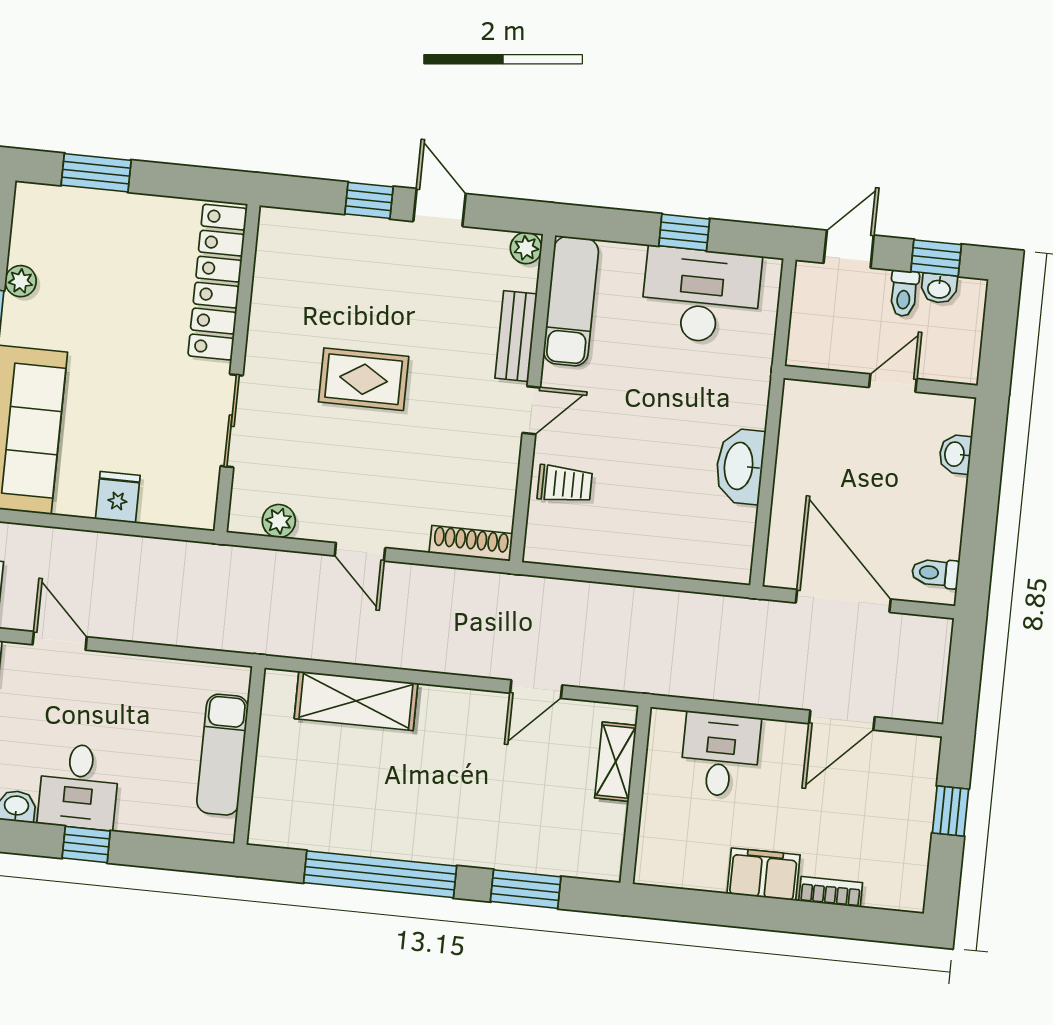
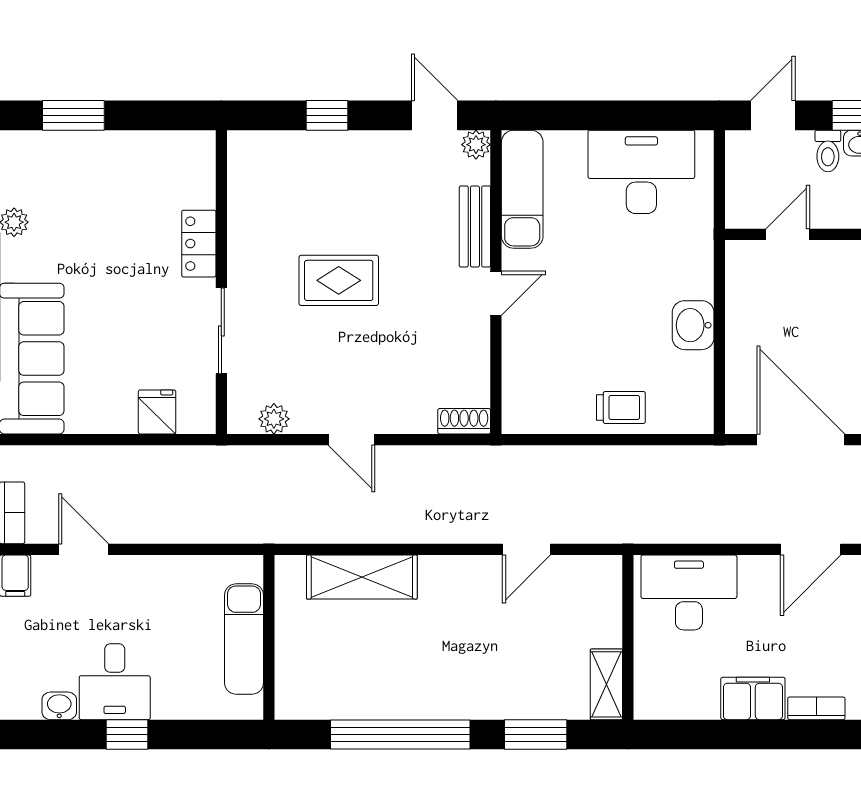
door: (439, 208) -> (435, 115), moved
window: (684, 232) -> (620, 115), removed
locker: (217, 282) -> (199, 244), width x0.46, depth x0.83
door: (893, 383) -> (788, 234), moved
washbasin: (740, 466) -> (693, 325), width x0.72
trolley: (565, 484) -> (621, 407), moved
fridge: (118, 497) -> (157, 412), moved
shoe rack: (471, 543) -> (464, 421), width x0.70
desk: (720, 755) -> (689, 593), width x1.37
shelving: (616, 762) -> (606, 684), moved

